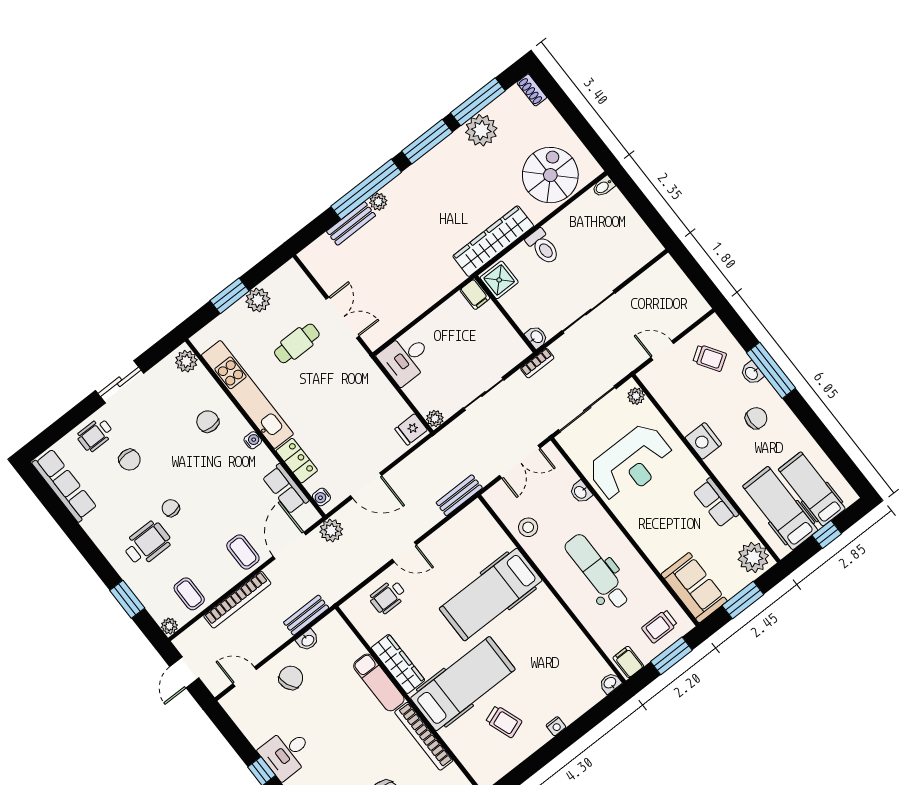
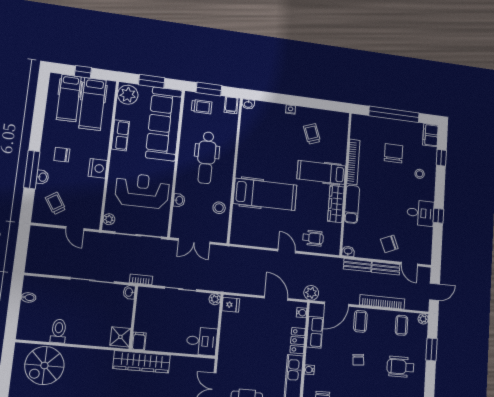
bidet: (603, 186) -> (28, 297), moved
wardrobe: (493, 241) -> (142, 362), moved
toilet: (543, 247) -> (59, 331), moved
double door: (520, 462) -> (194, 241), swing flipped
bench: (459, 495) -> (386, 268), moved
chair: (171, 508) -> (358, 360), moved
sofa: (694, 588) -> (164, 124), width x1.85, depth x1.27
washbasin: (308, 640) -> (348, 251), moved
hospital bed: (463, 684) -> (321, 172), width x0.73, depth x0.78

